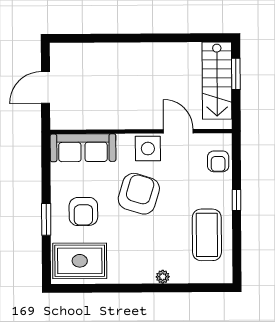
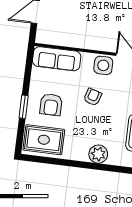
armchair: (139, 194) -> (93, 97), width x0.53, depth x0.53
plant: (163, 277) -> (98, 154), width x1.87, depth x1.87

